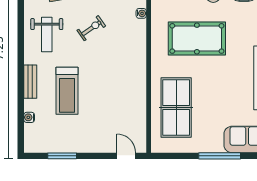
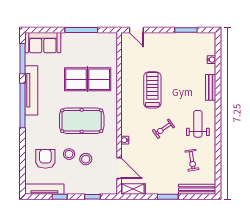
treadmill: (67, 91) -> (152, 90), moved
table tennis table: (176, 108) -> (88, 79), moved, turned 90
window: (220, 156) -> (81, 30), moved

